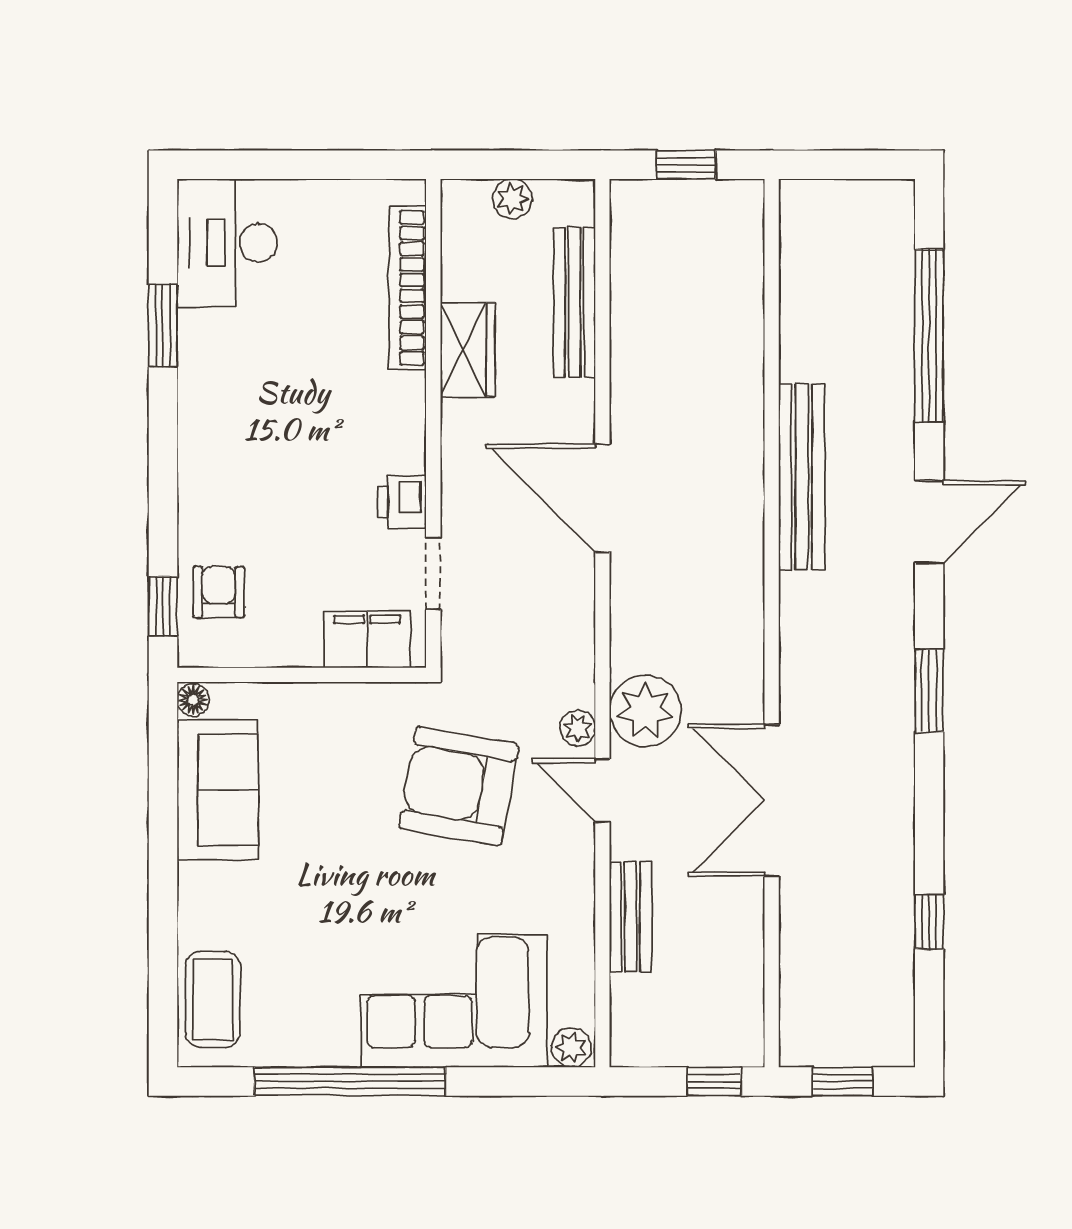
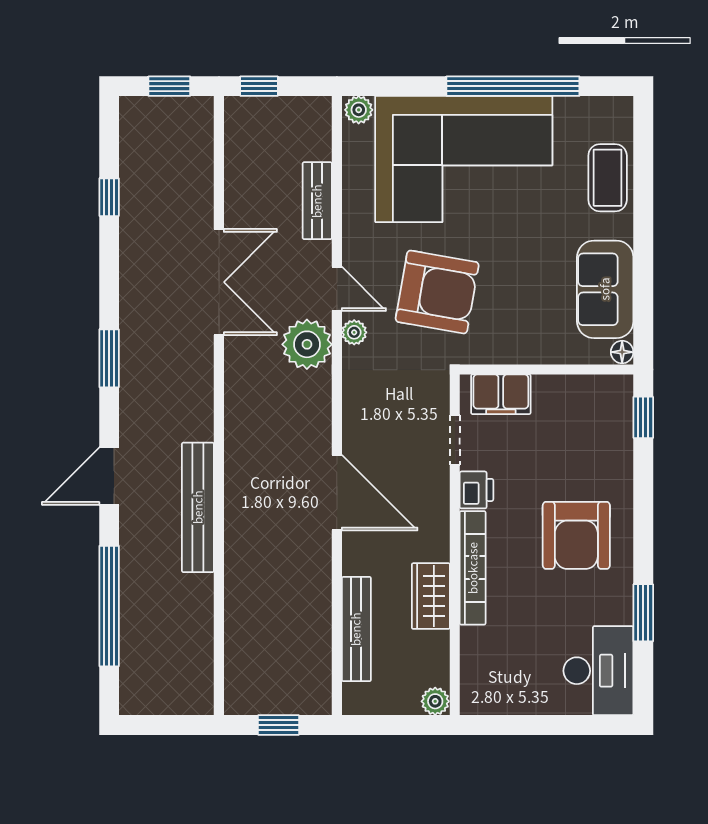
plant: (512, 199) -> (435, 701), moved
bookcase: (408, 288) -> (473, 568), moved
armchair: (219, 592) -> (576, 535), moved, width x1.88, depth x1.88
coffee table: (213, 999) -> (608, 178), moved
corner sofa: (454, 1001) -> (464, 159), width x1.36, depth x1.36

